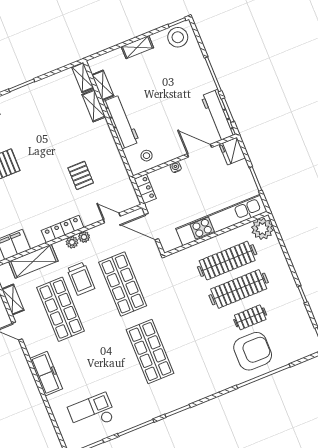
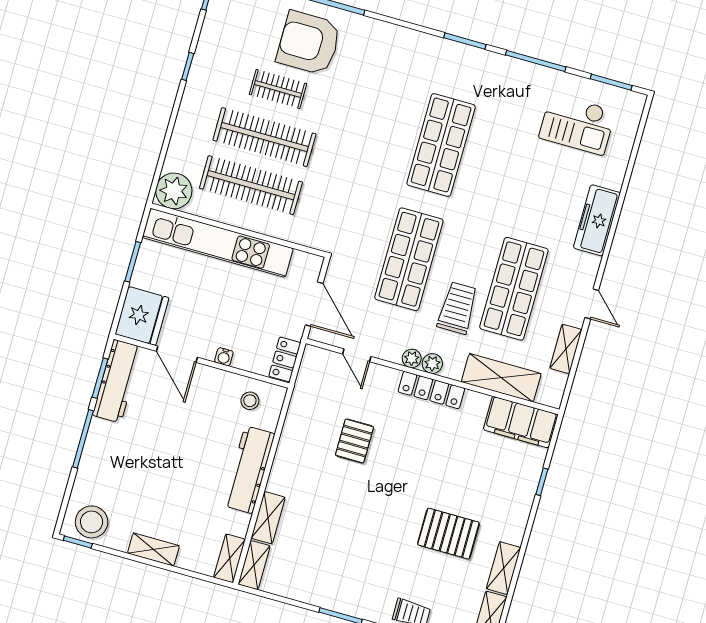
shelving: (103, 85) -> (230, 558), moved
fridge: (232, 151) -> (142, 316), width x1.36, depth x1.34

